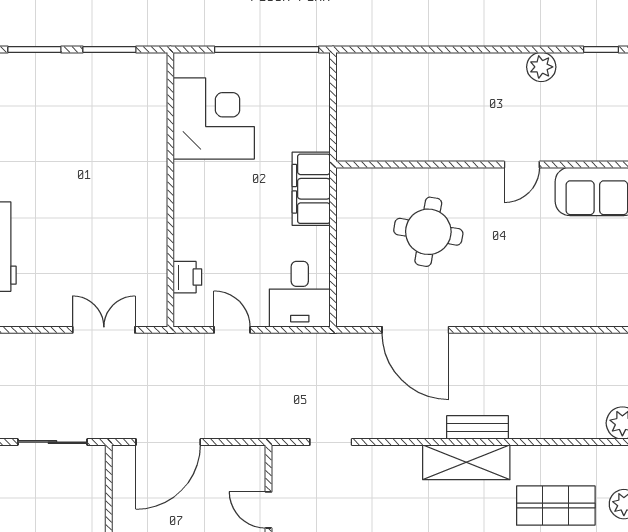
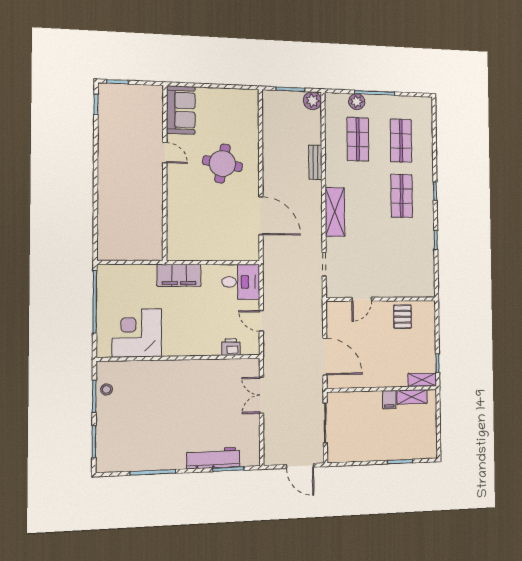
plant: (541, 67) -> (106, 140), removed
stool: (120, 69) -> (106, 389), added
round table: (428, 232) -> (222, 164), moved
door: (232, 330) -> (261, 321), hinge flipped
door: (415, 330) -> (261, 216), hinge flipped
bench: (478, 427) -> (315, 162), moved
shelving: (466, 462) -> (335, 212), moved

